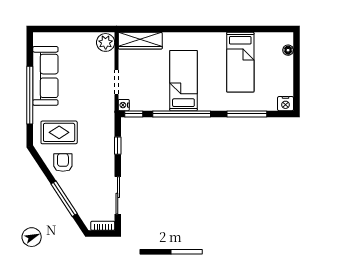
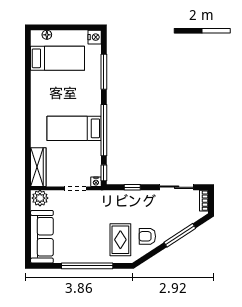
bed: (240, 62) -> (58, 58), moved
sofa: (45, 76) -> (42, 237), moved, turned 90

